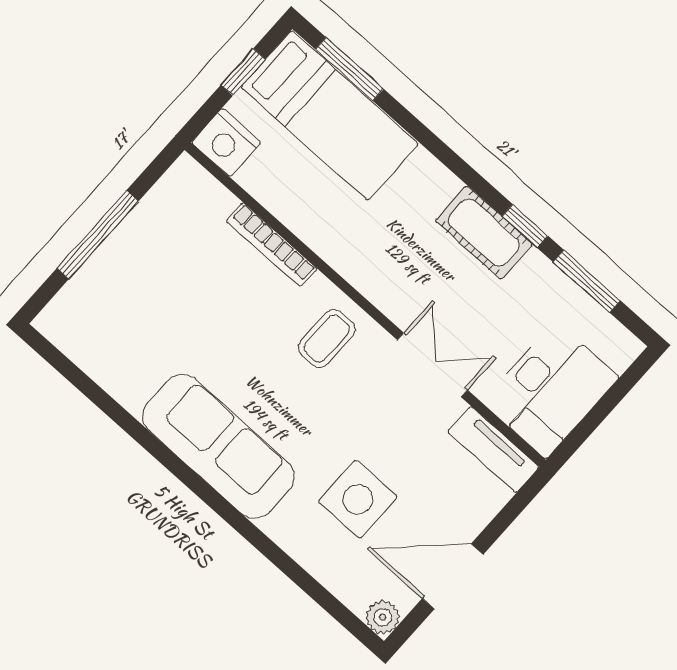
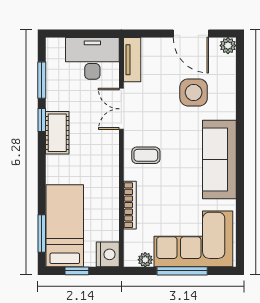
plant: (166, 193) -> (145, 260), added
corner sofa: (132, 296) -> (193, 239), added

